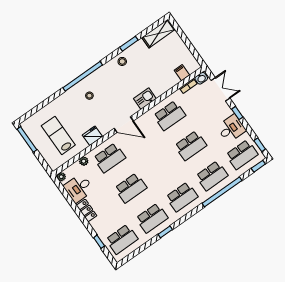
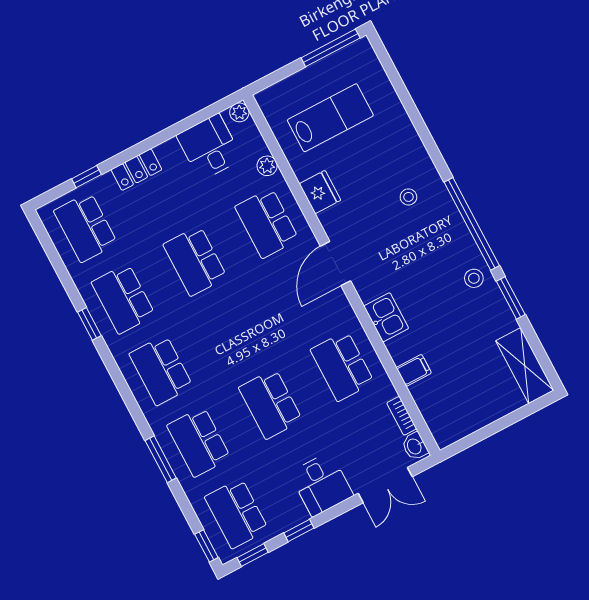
filing cabinet: (182, 73) -> (414, 370), moved
window: (83, 76) -> (472, 224), moved
window: (237, 113) -> (299, 531), moved
desk: (231, 129) -> (321, 484), moved
window: (222, 192) -> (161, 459), width x0.47
locker: (87, 211) -> (136, 170), moved

